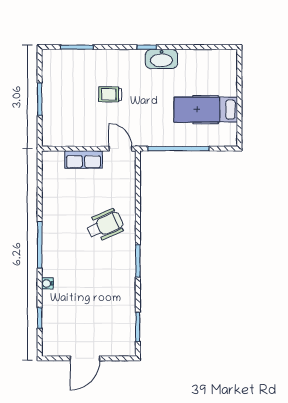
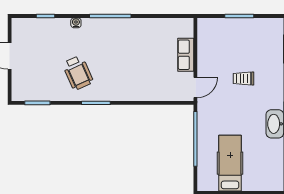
trolley: (110, 94) -> (243, 78), turned -90
wheelchair: (105, 225) -> (78, 73), moved

